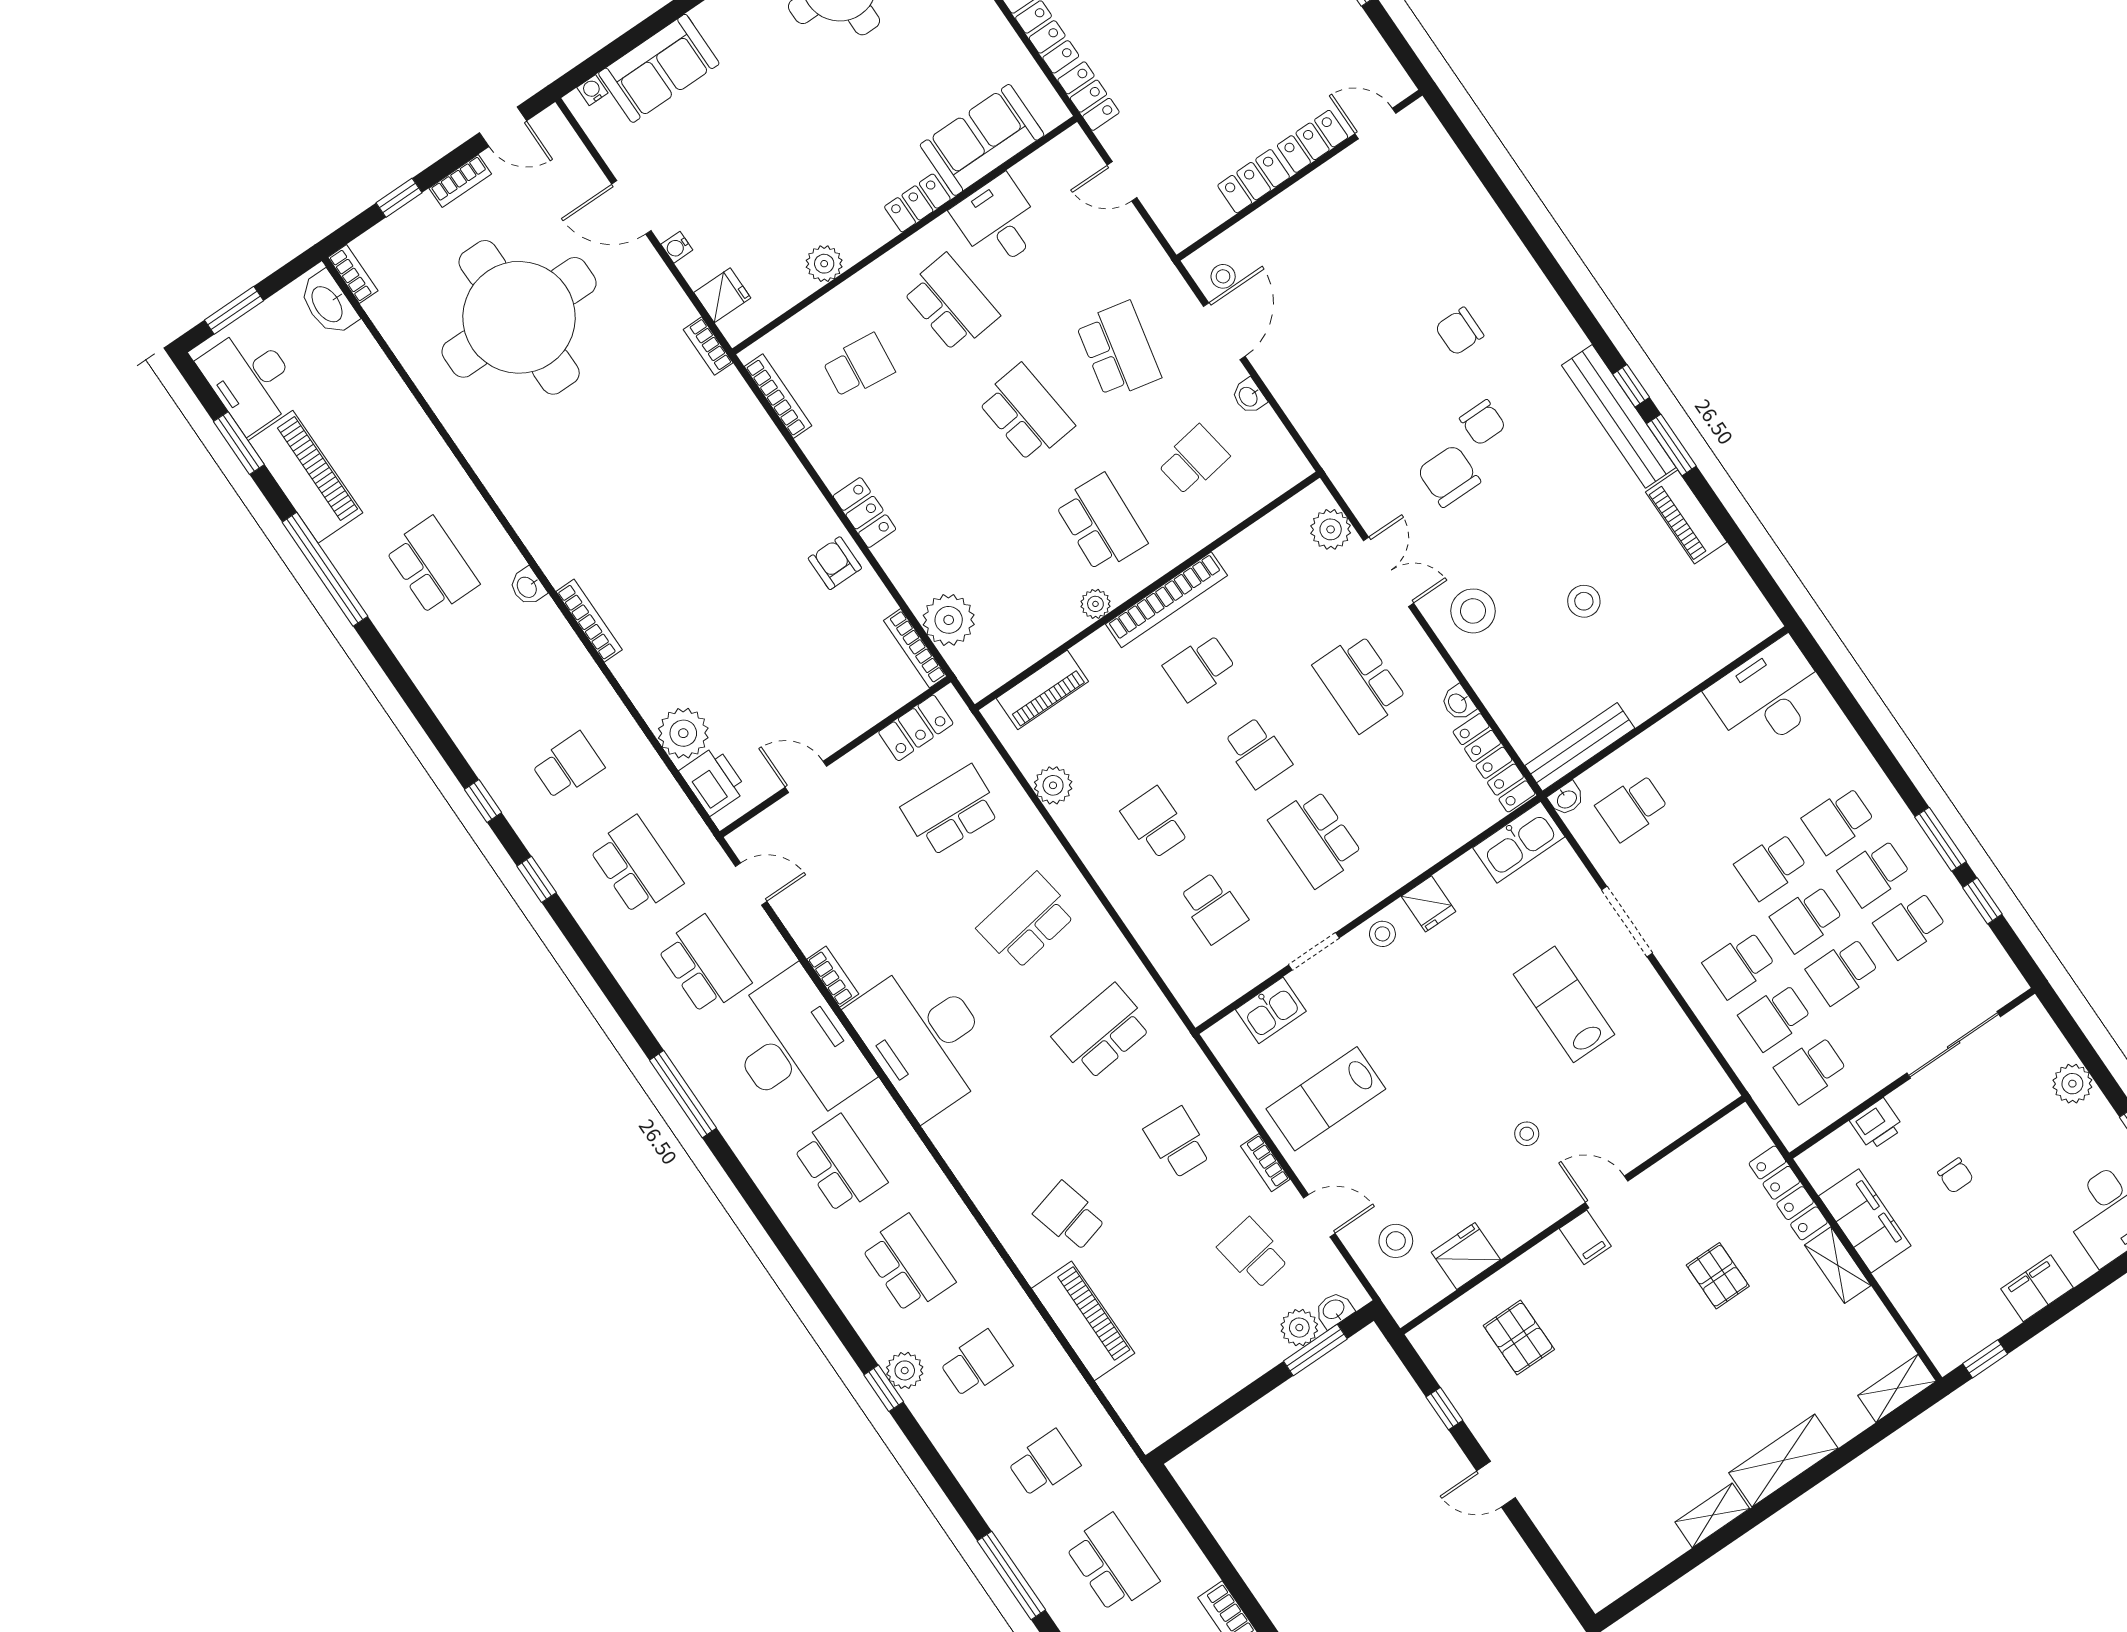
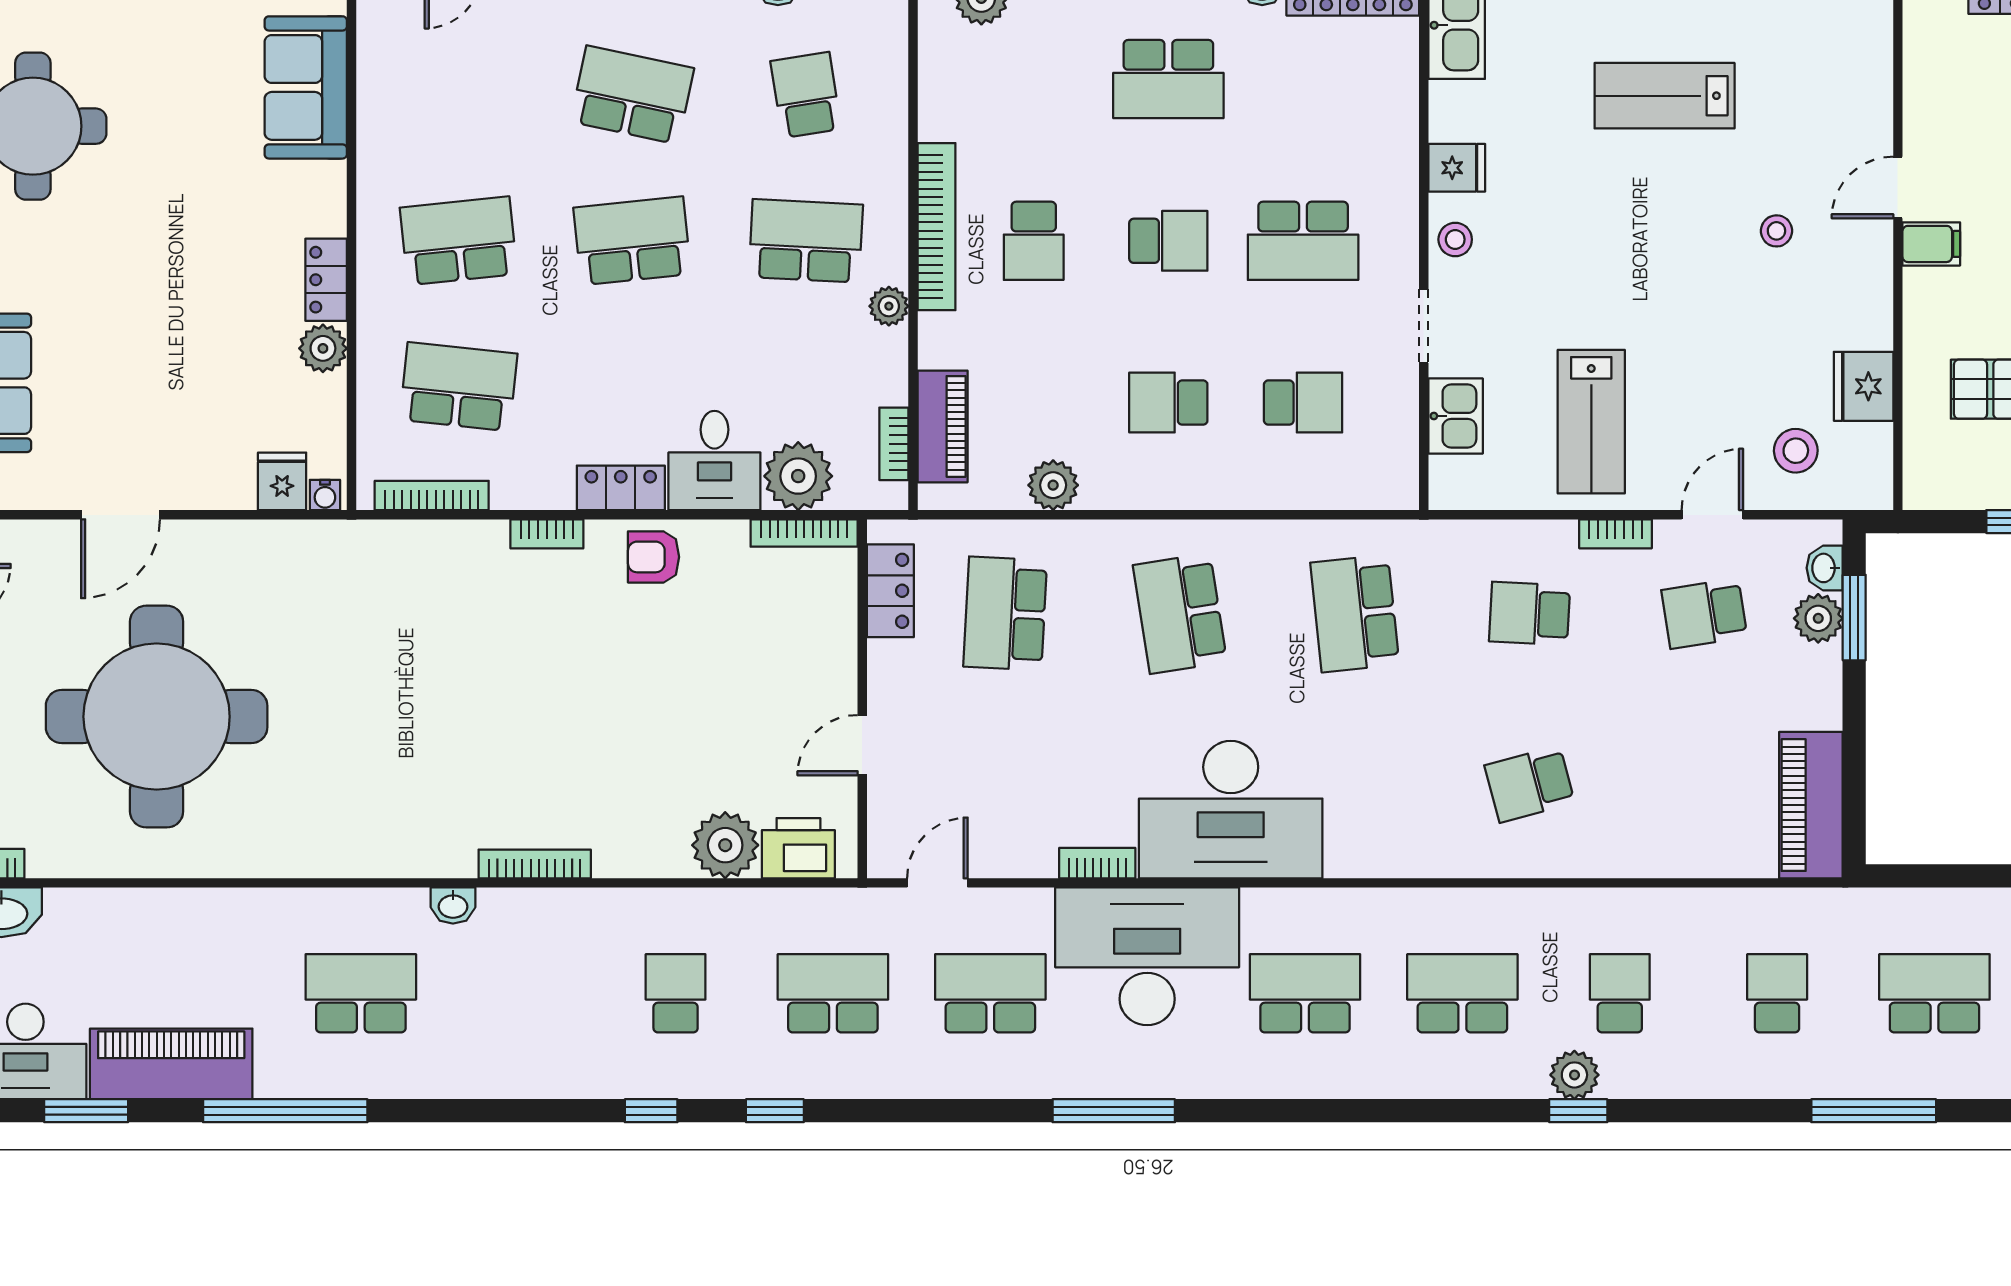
locker: (917, 203) -> (326, 280), moved
desk: (998, 222) -> (714, 460), moved, turned -90
water cooler: (677, 247) -> (325, 495), moved
bookcase: (708, 346) -> (547, 534), moved
school desk: (858, 366) -> (459, 387), width x1.85
bookcase: (1010, 667) -> (894, 444), added
piano: (1083, 1321) -> (1811, 805), moved, turned -90

